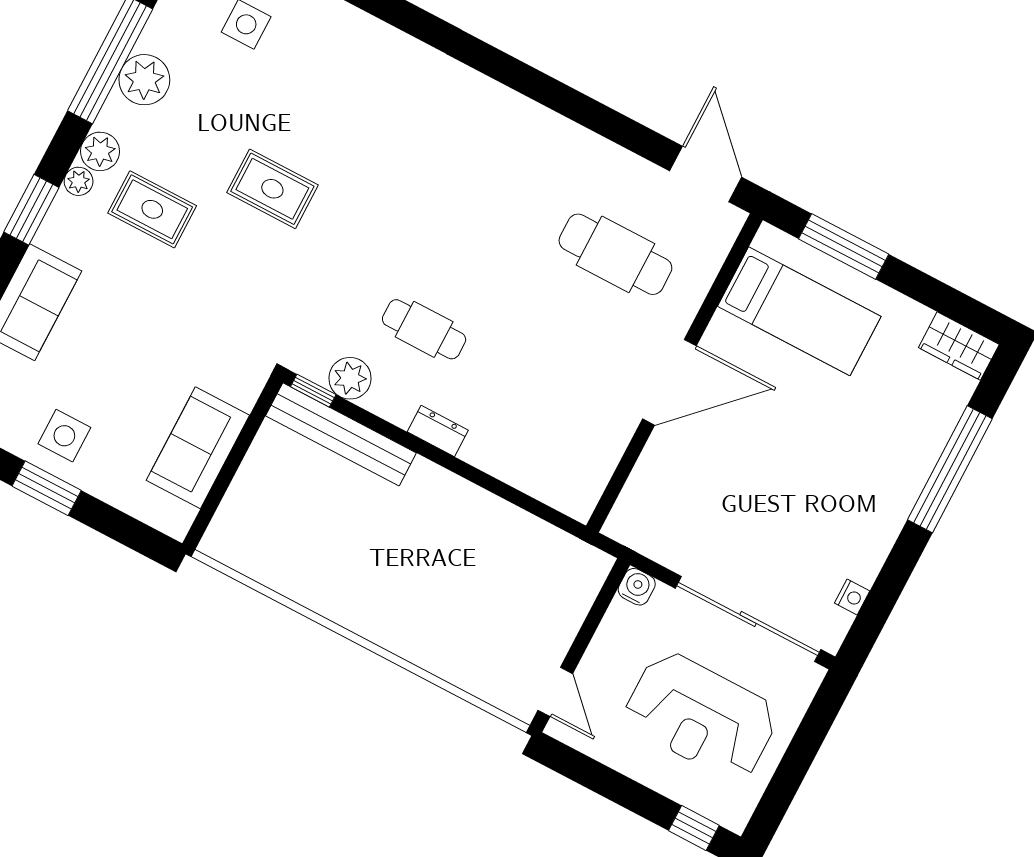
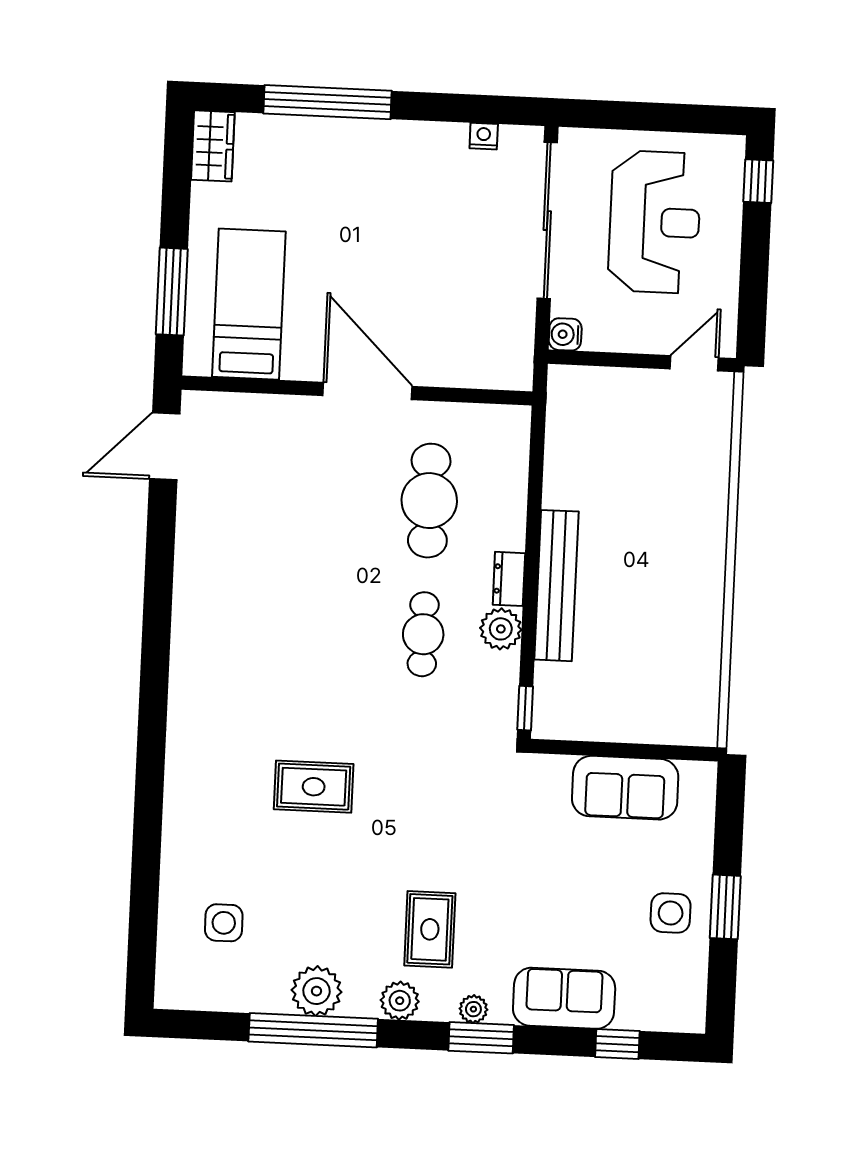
plant: (79, 181) -> (473, 1009), moved
rug: (272, 189) -> (314, 787), moved, turned 90
cafe table: (615, 254) -> (429, 501), moved
plant: (350, 378) -> (501, 629), moved
bench: (341, 434) -> (556, 586), moved

